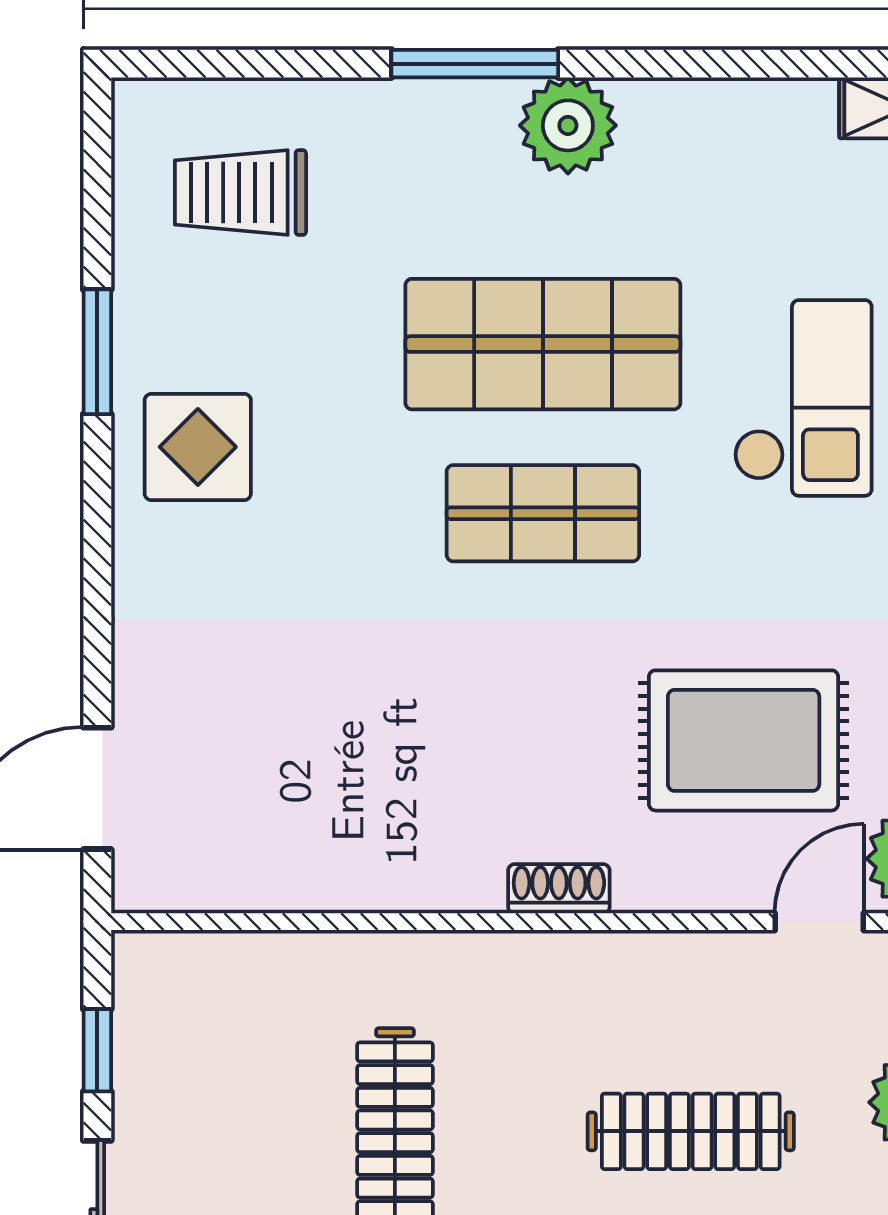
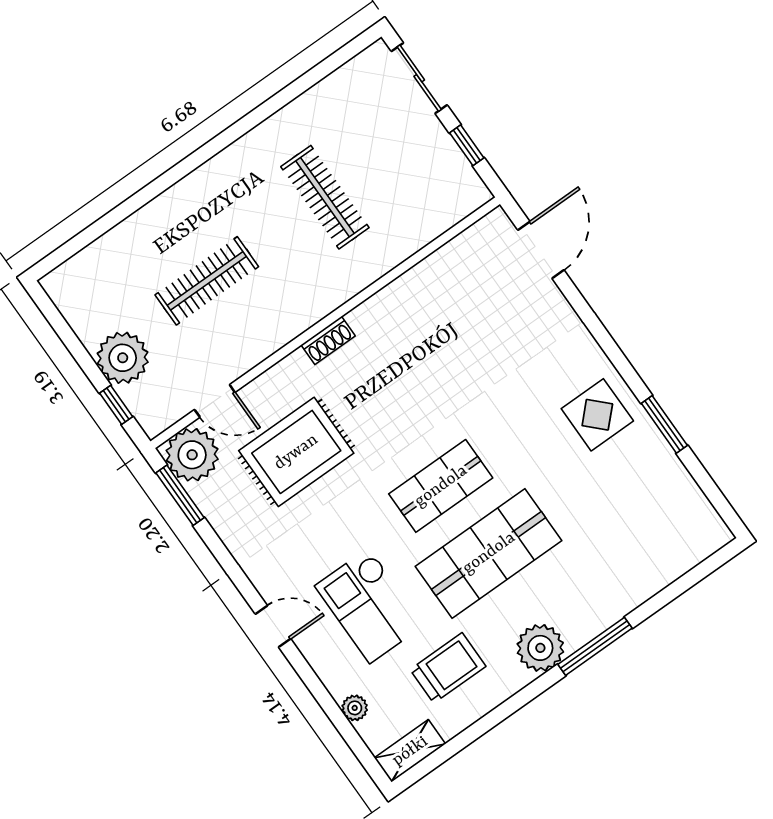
trolley: (240, 193) -> (448, 668), moved
door: (819, 922) -> (215, 401), hinge flipped

